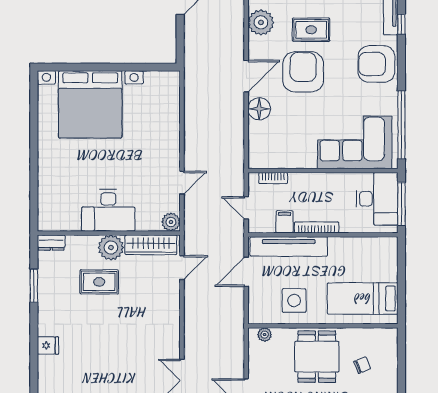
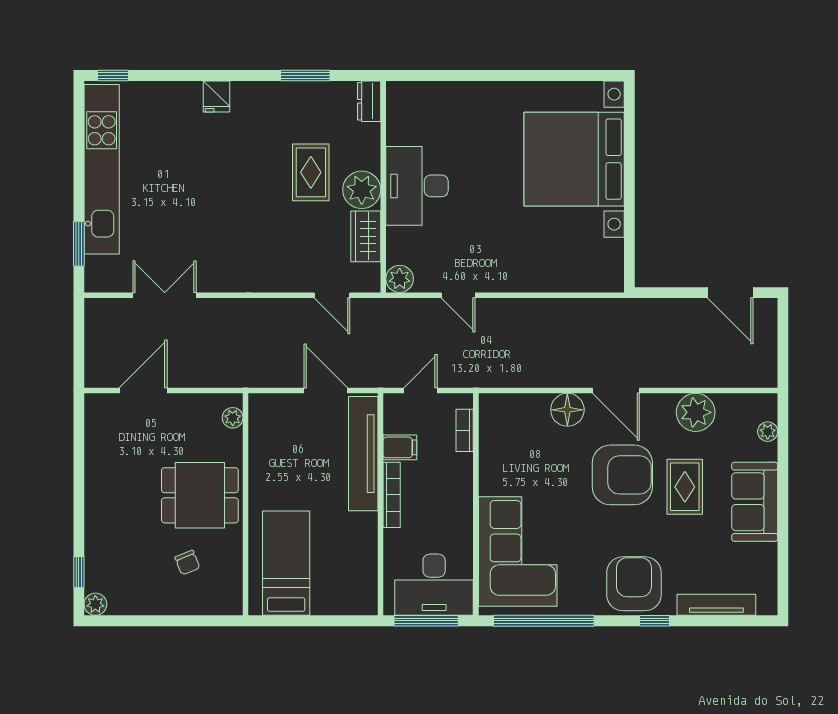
window: (401, 24) -> (655, 621), moved
wardrobe: (151, 245) -> (366, 236), width x0.67
side table: (294, 301) -> (283, 462), removed

